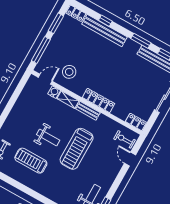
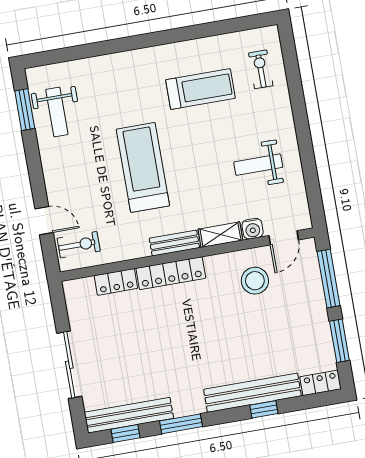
locker: (136, 122) -> (116, 282), moved
weight bench: (48, 137) -> (258, 165), moved

